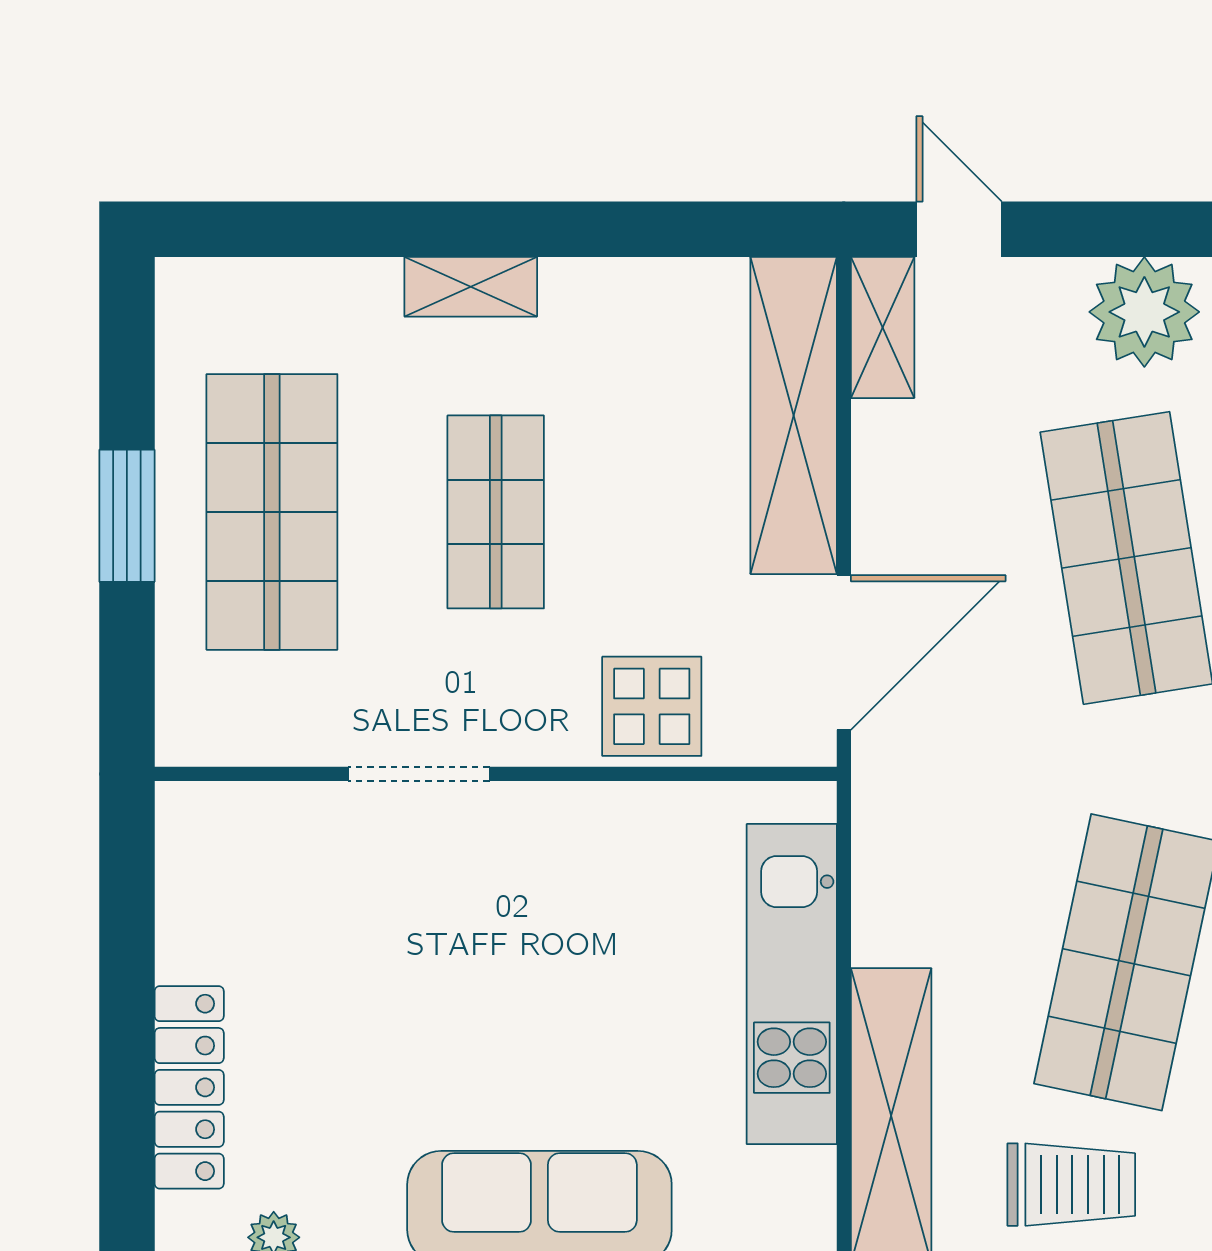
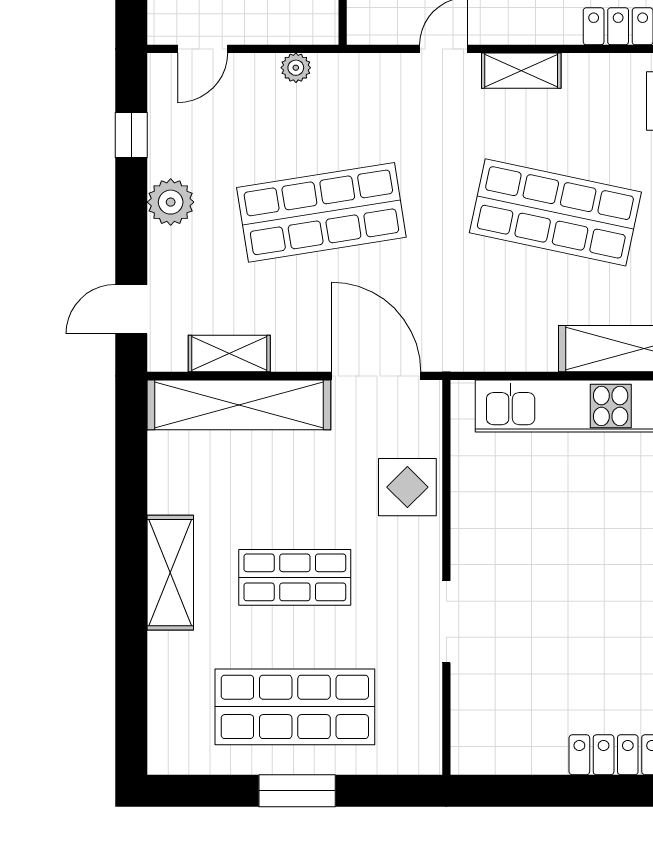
shelving: (471, 287) -> (170, 573), width x1.50, depth x1.33
plant: (1144, 312) -> (171, 202), width x0.73, depth x0.73
shelving: (883, 327) -> (229, 354), moved

